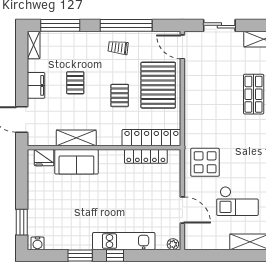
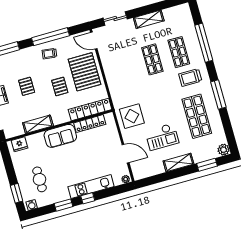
sofa: (76, 162) -> (60, 136), moved
cafe table: (58, 212) -> (40, 179), added

